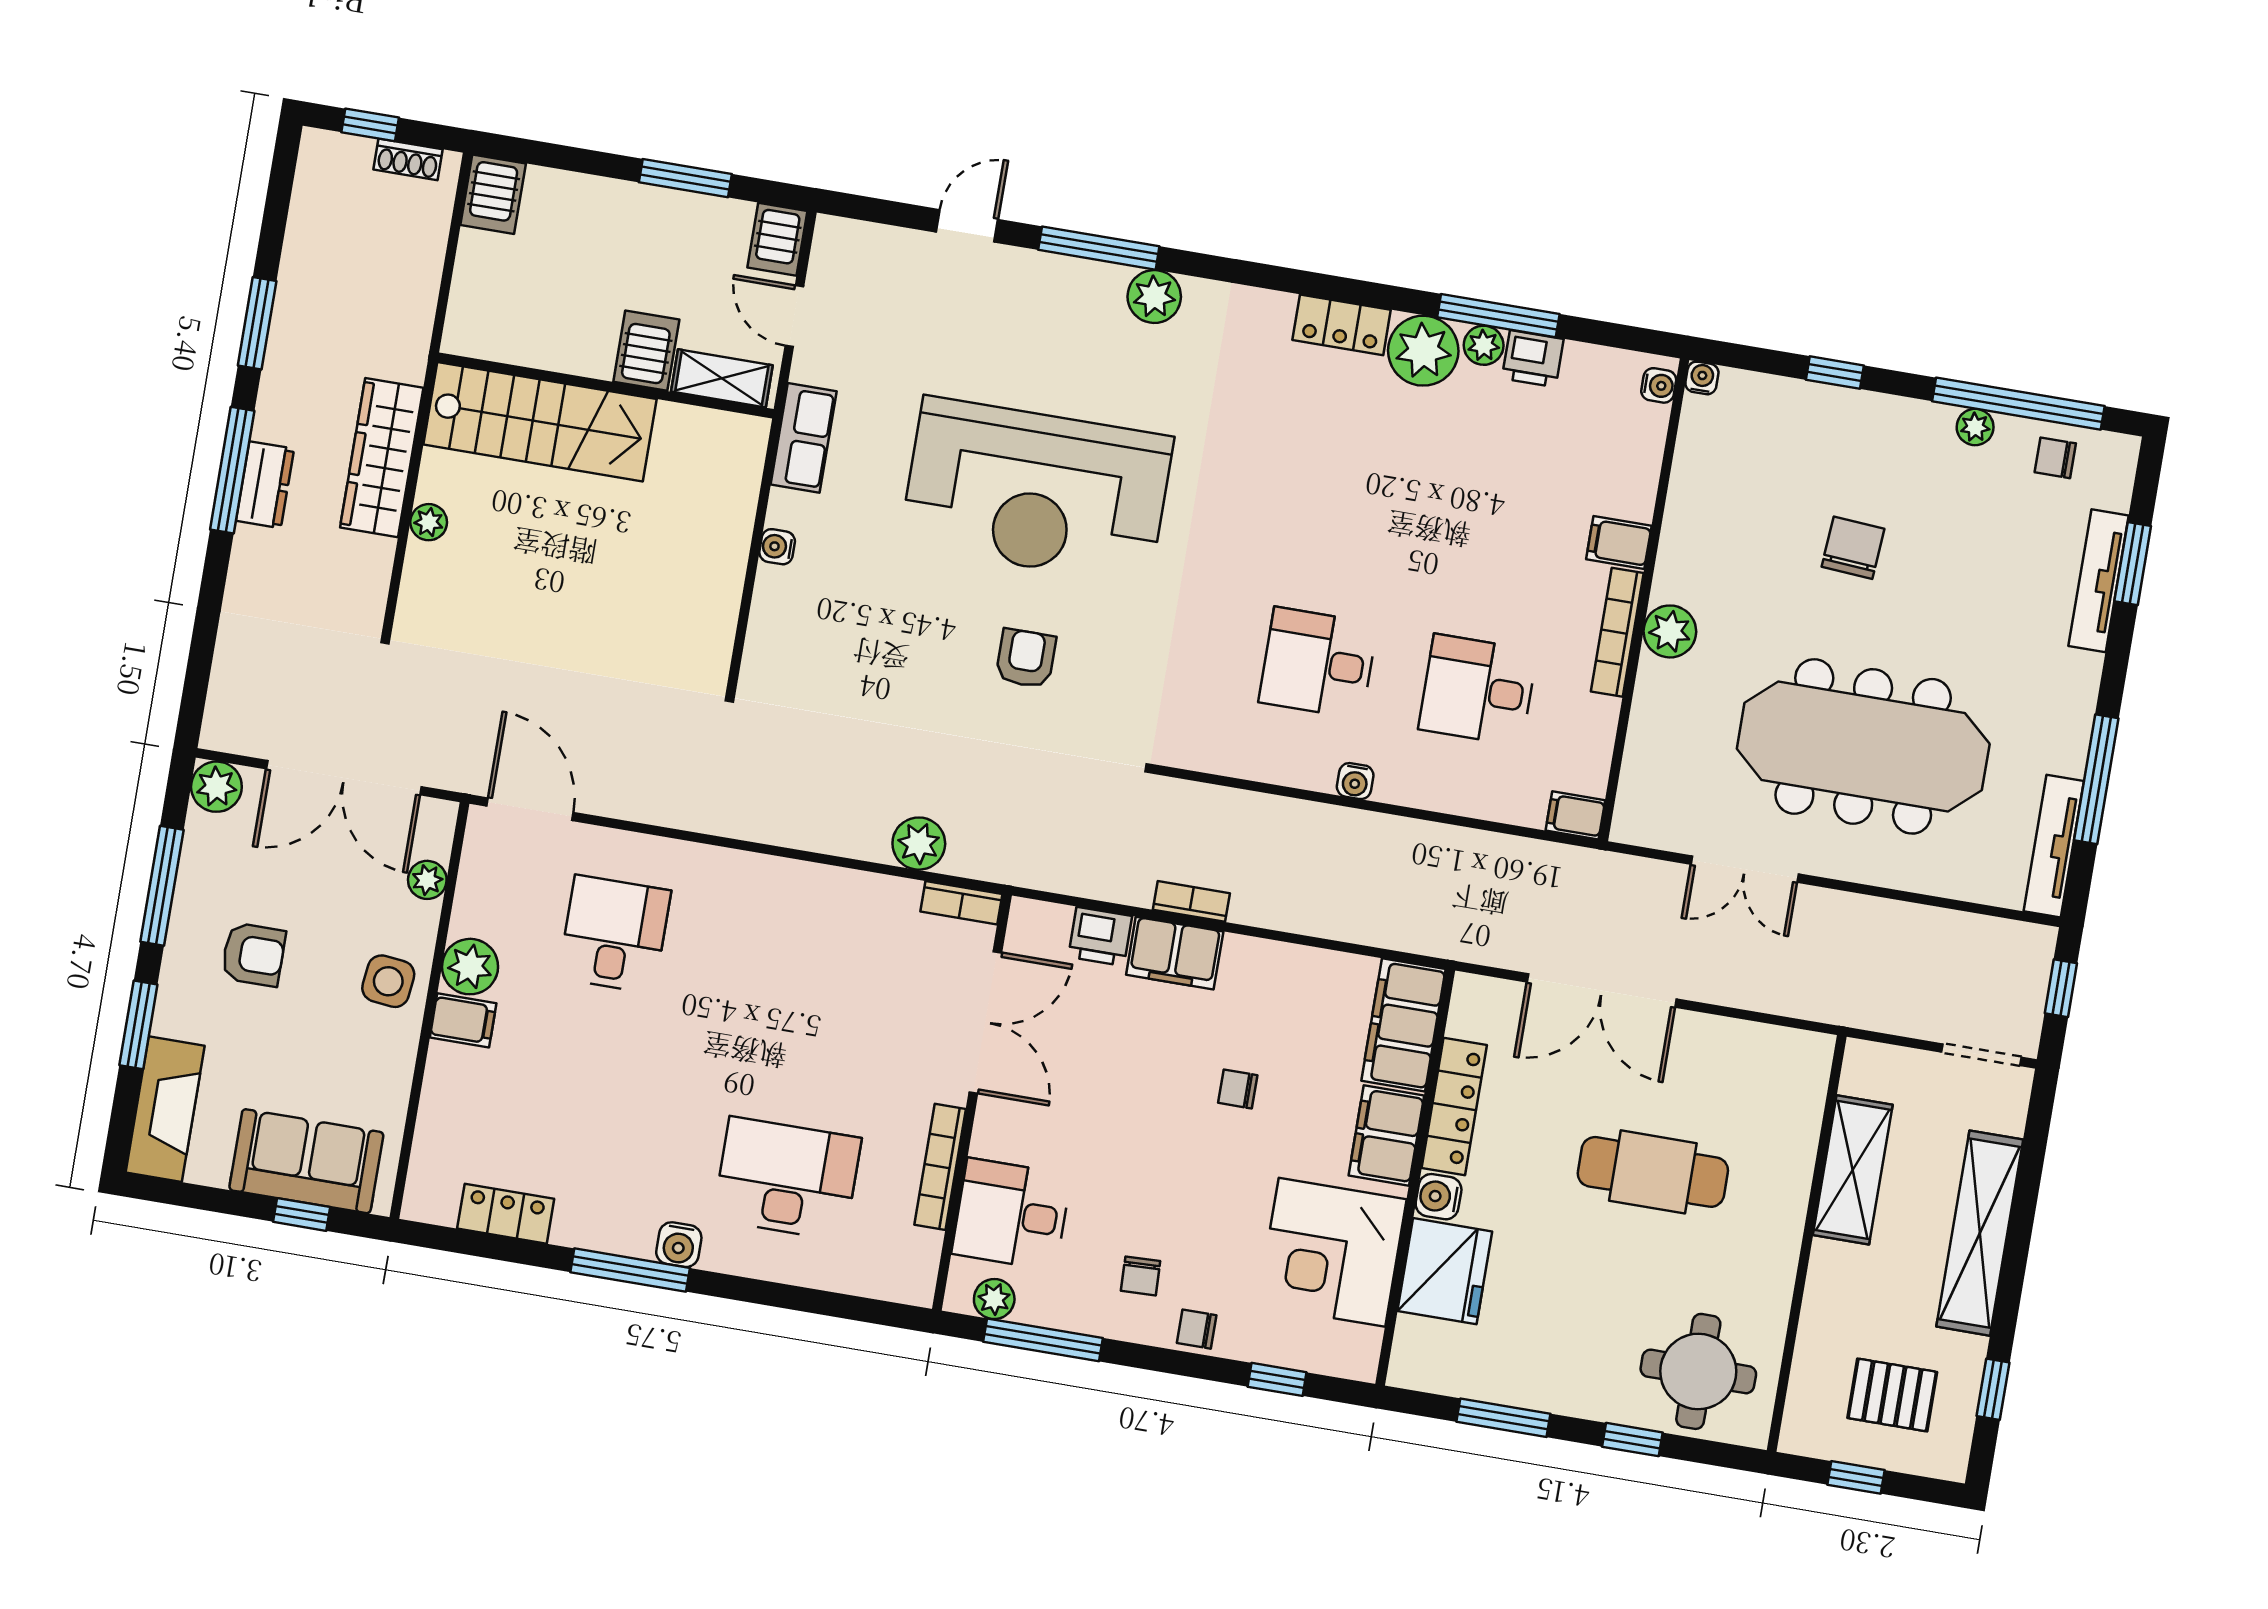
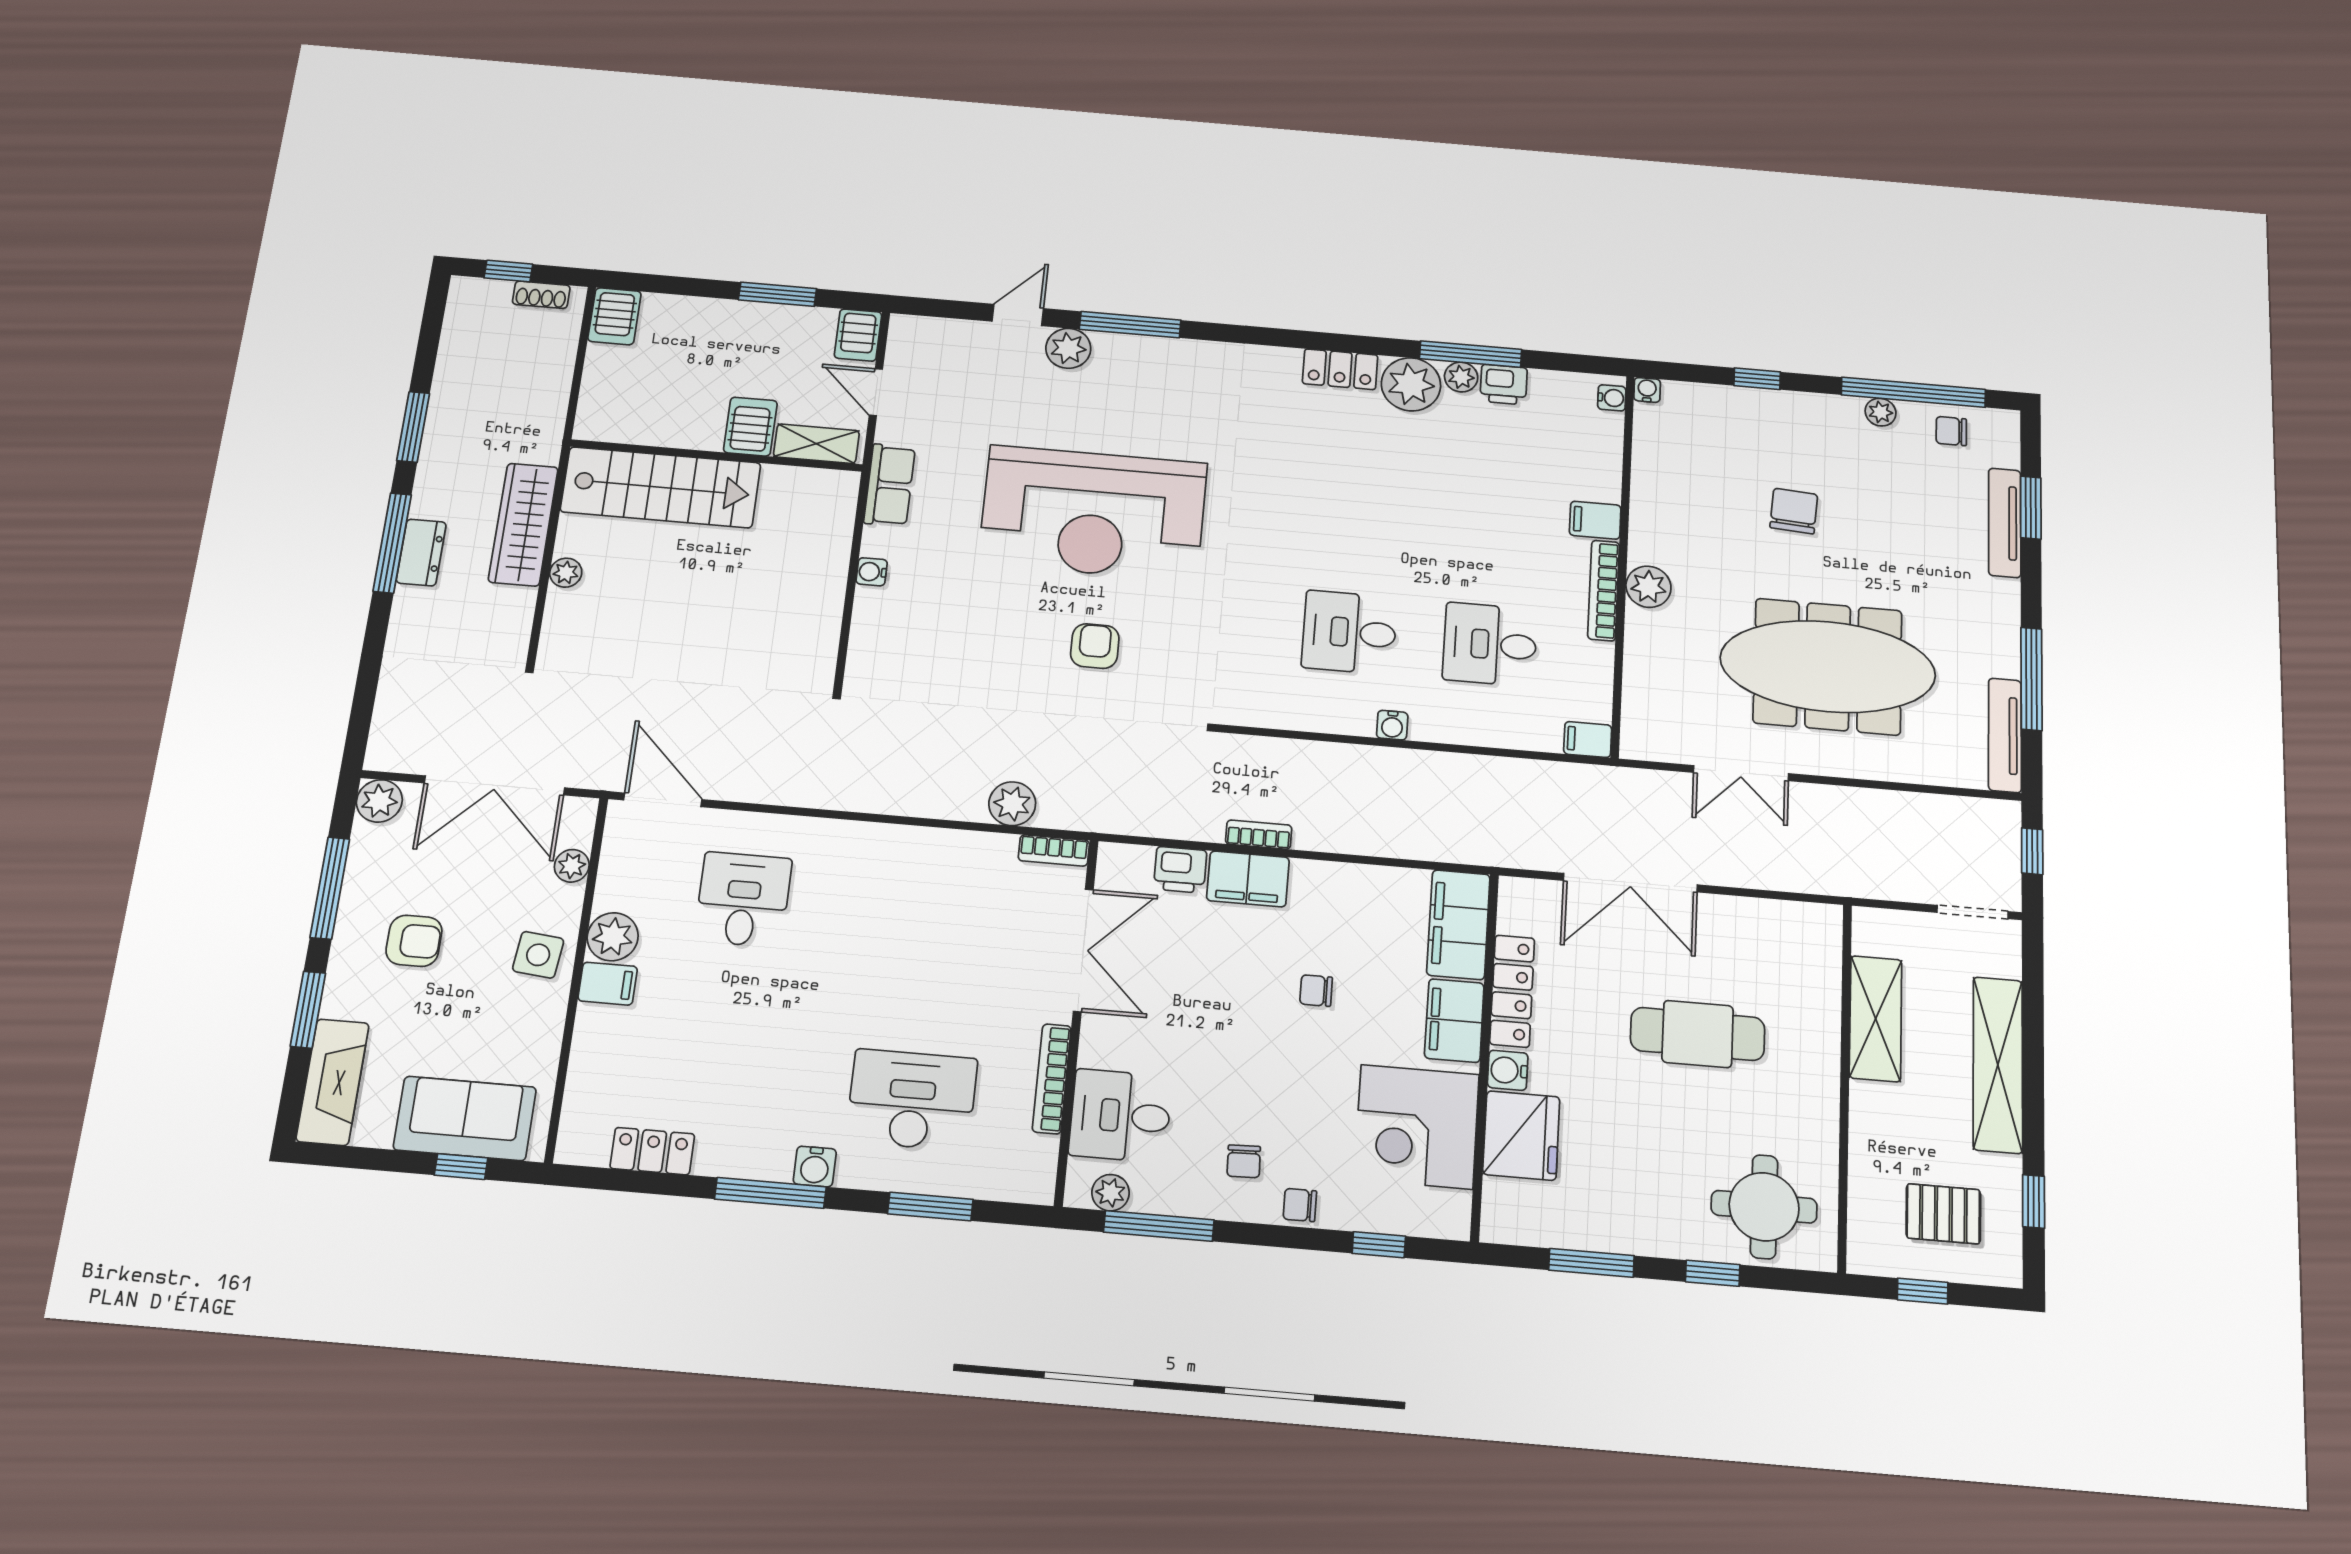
plant: (1154, 297) -> (1068, 348), moved
window: (800, 1299) -> (930, 1207), added

